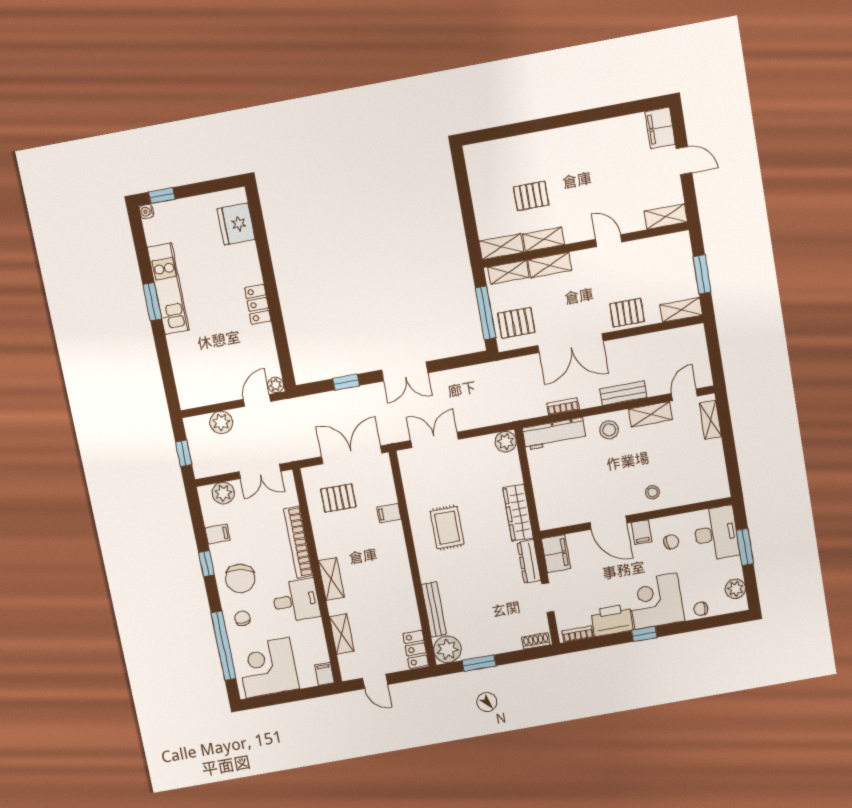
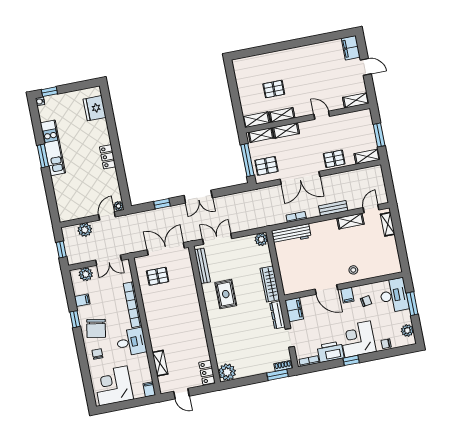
stool: (609, 430) -> (325, 231), removed
filing cabinet: (389, 513) -> (189, 285), removed
shelving: (331, 579) -> (153, 328), removed
bench: (434, 609) -> (202, 266), moved
window: (223, 646) -> (85, 372), removed
window: (479, 663) -> (278, 375), moved

